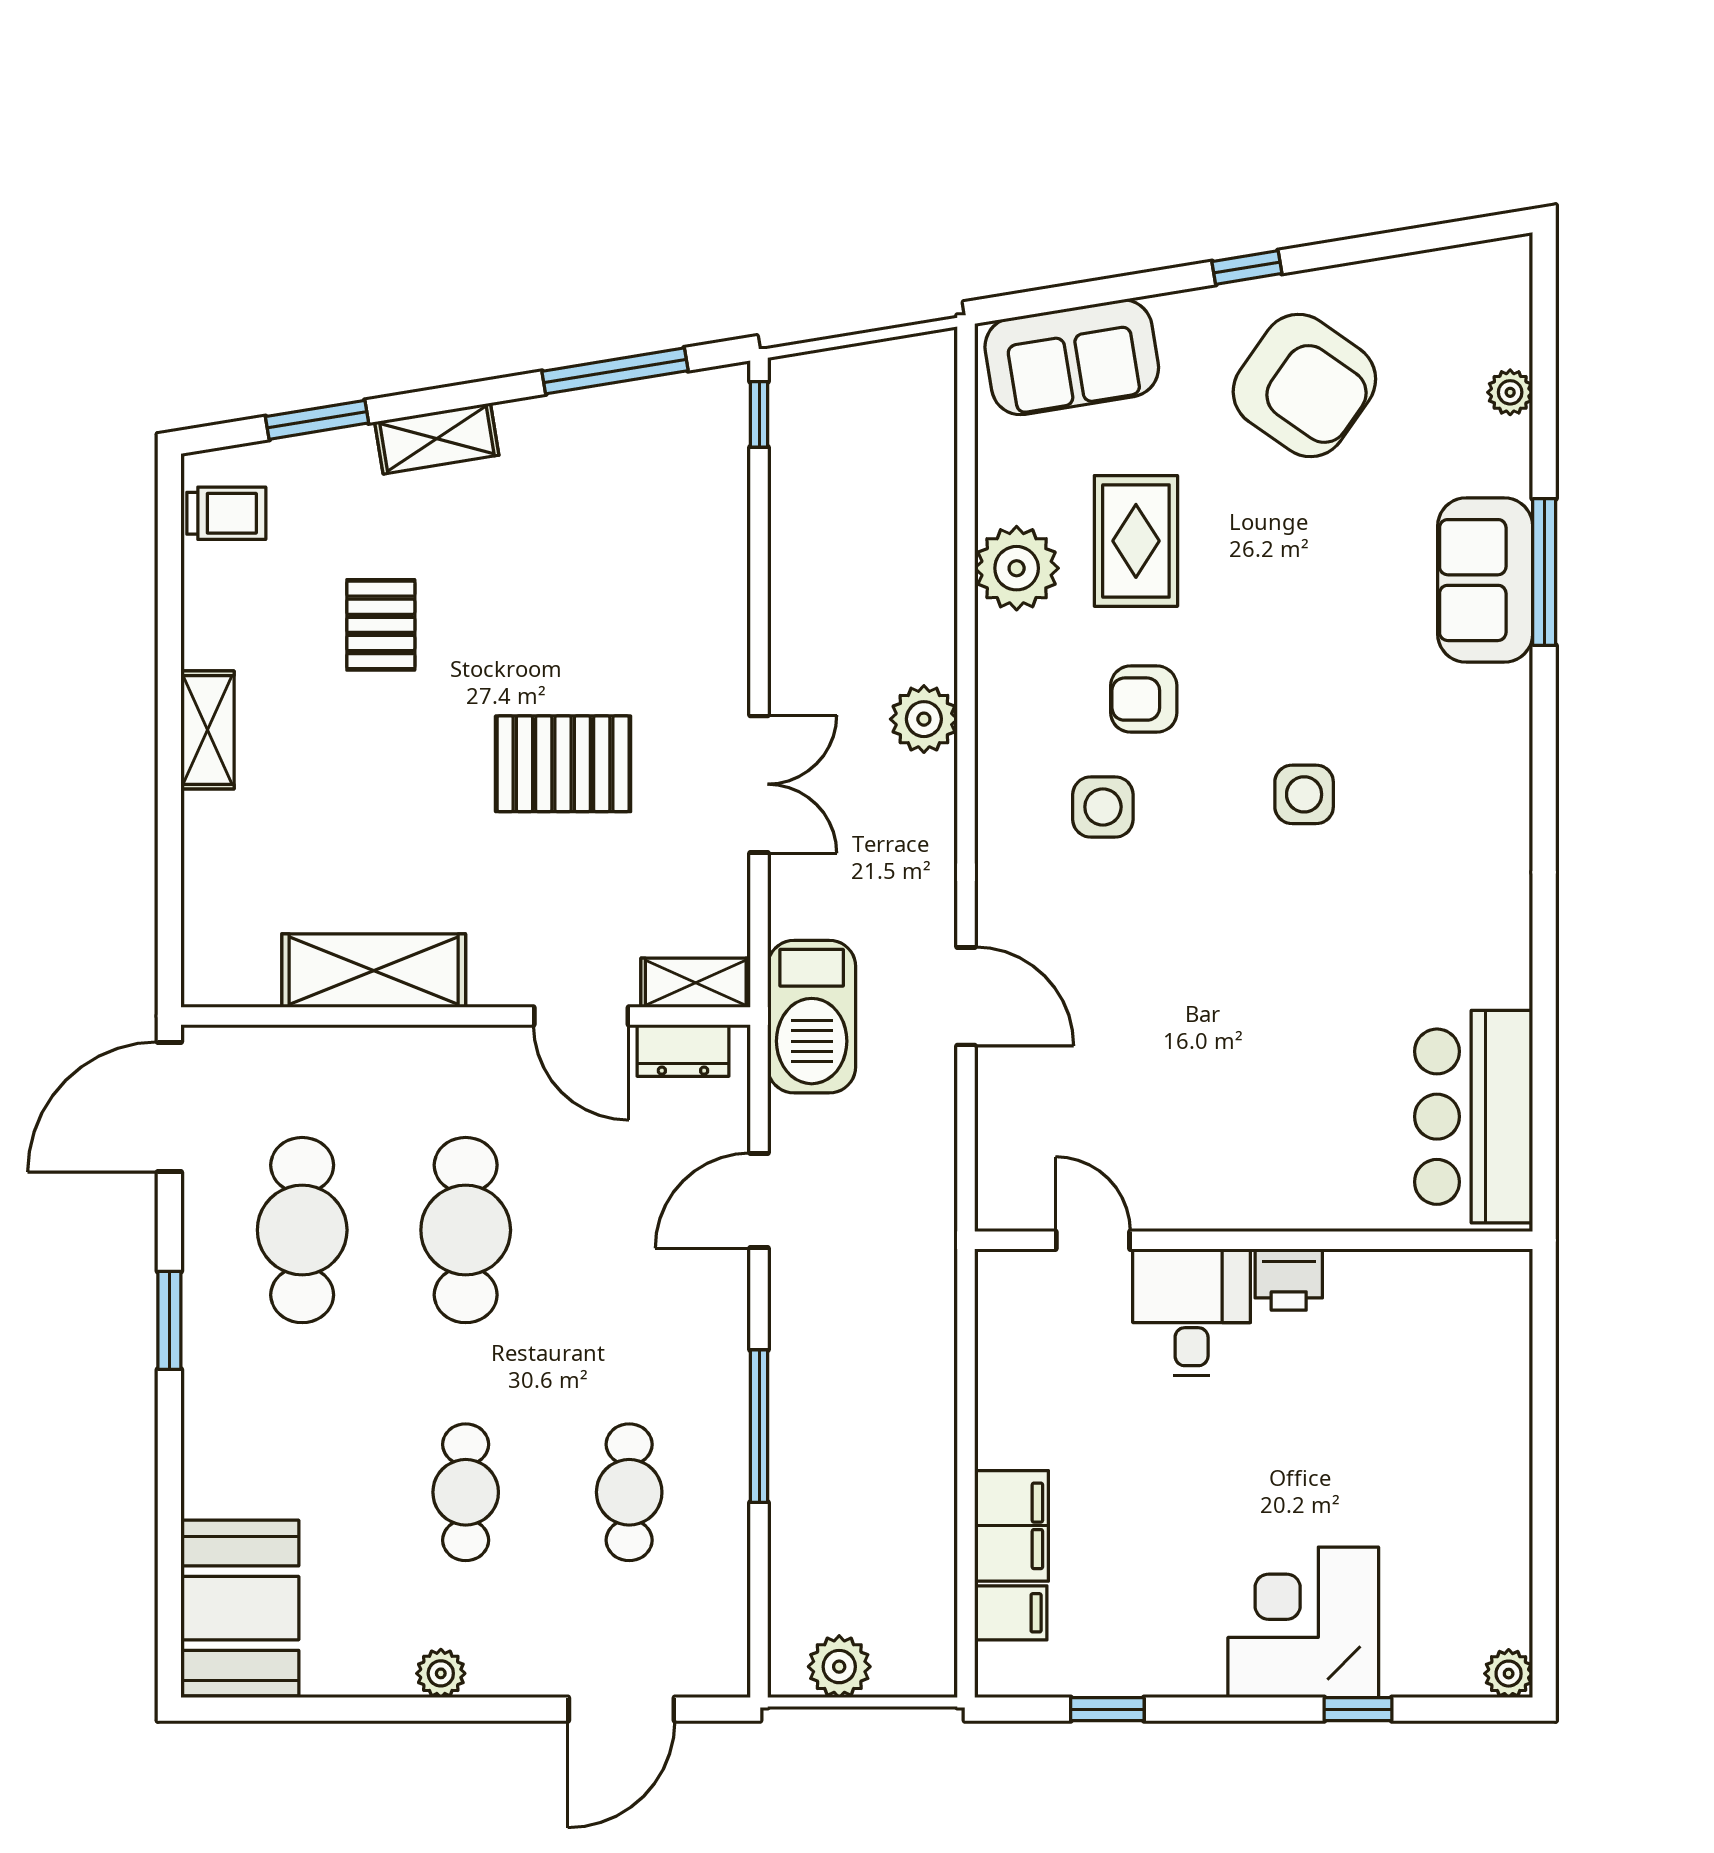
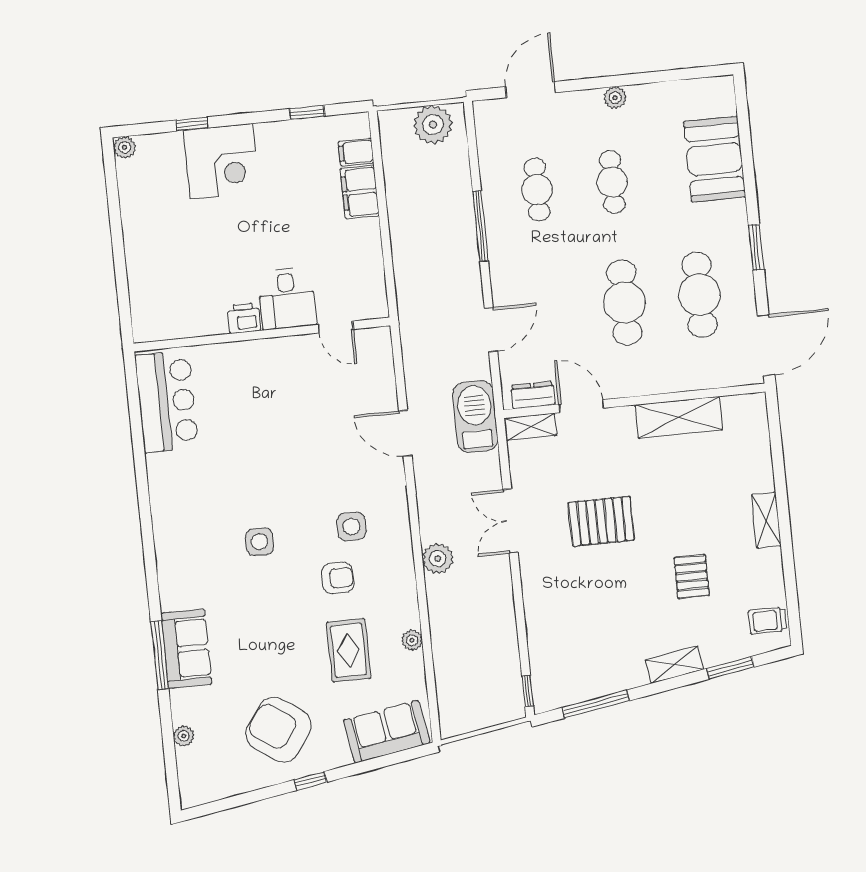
plant: (1017, 568) -> (412, 640), width x0.53, depth x0.53
booth: (240, 1608) -> (715, 159), moved
plant: (839, 1667) -> (433, 125), width x1.36, depth x1.36

